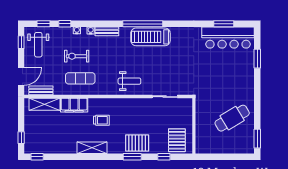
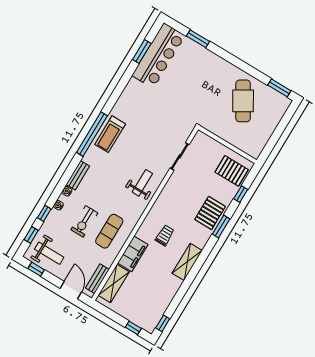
treadmill: (150, 37) -> (110, 134), width x0.73, depth x0.73

